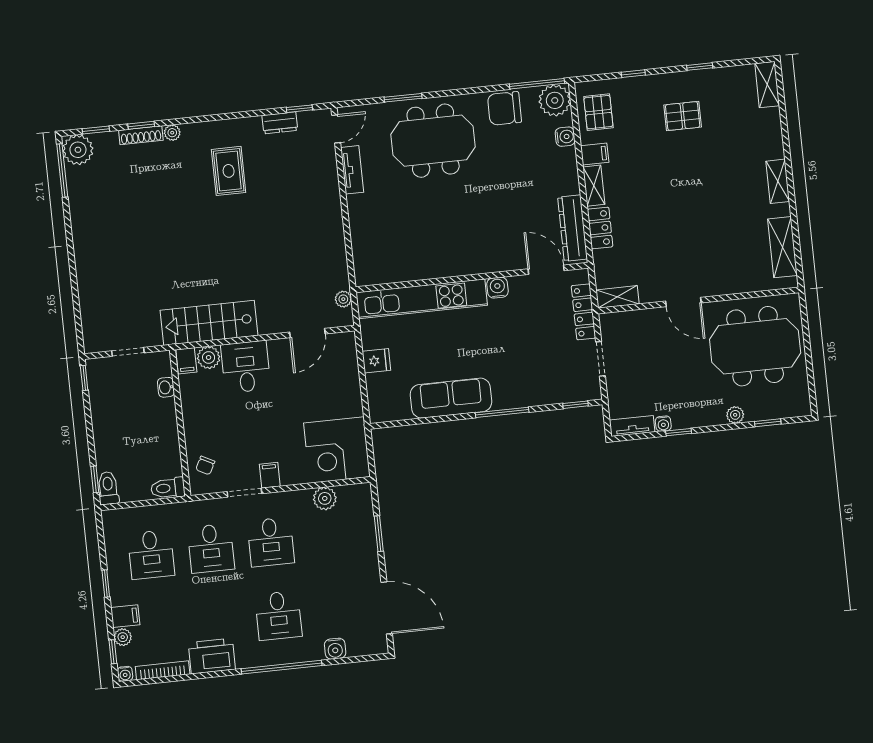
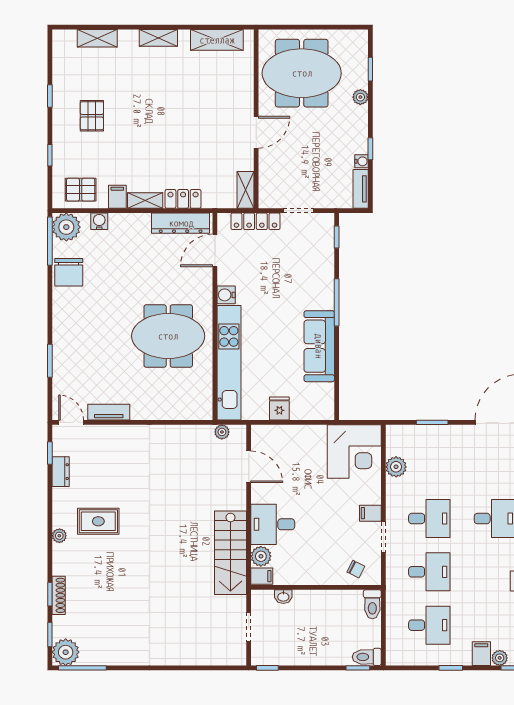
shelving: (767, 85) -> (97, 38), moved
plant: (172, 133) -> (59, 536), moved
meeting table: (433, 141) -> (168, 336), moved, turned 90
meeting table: (755, 346) -> (302, 73), turned 90

